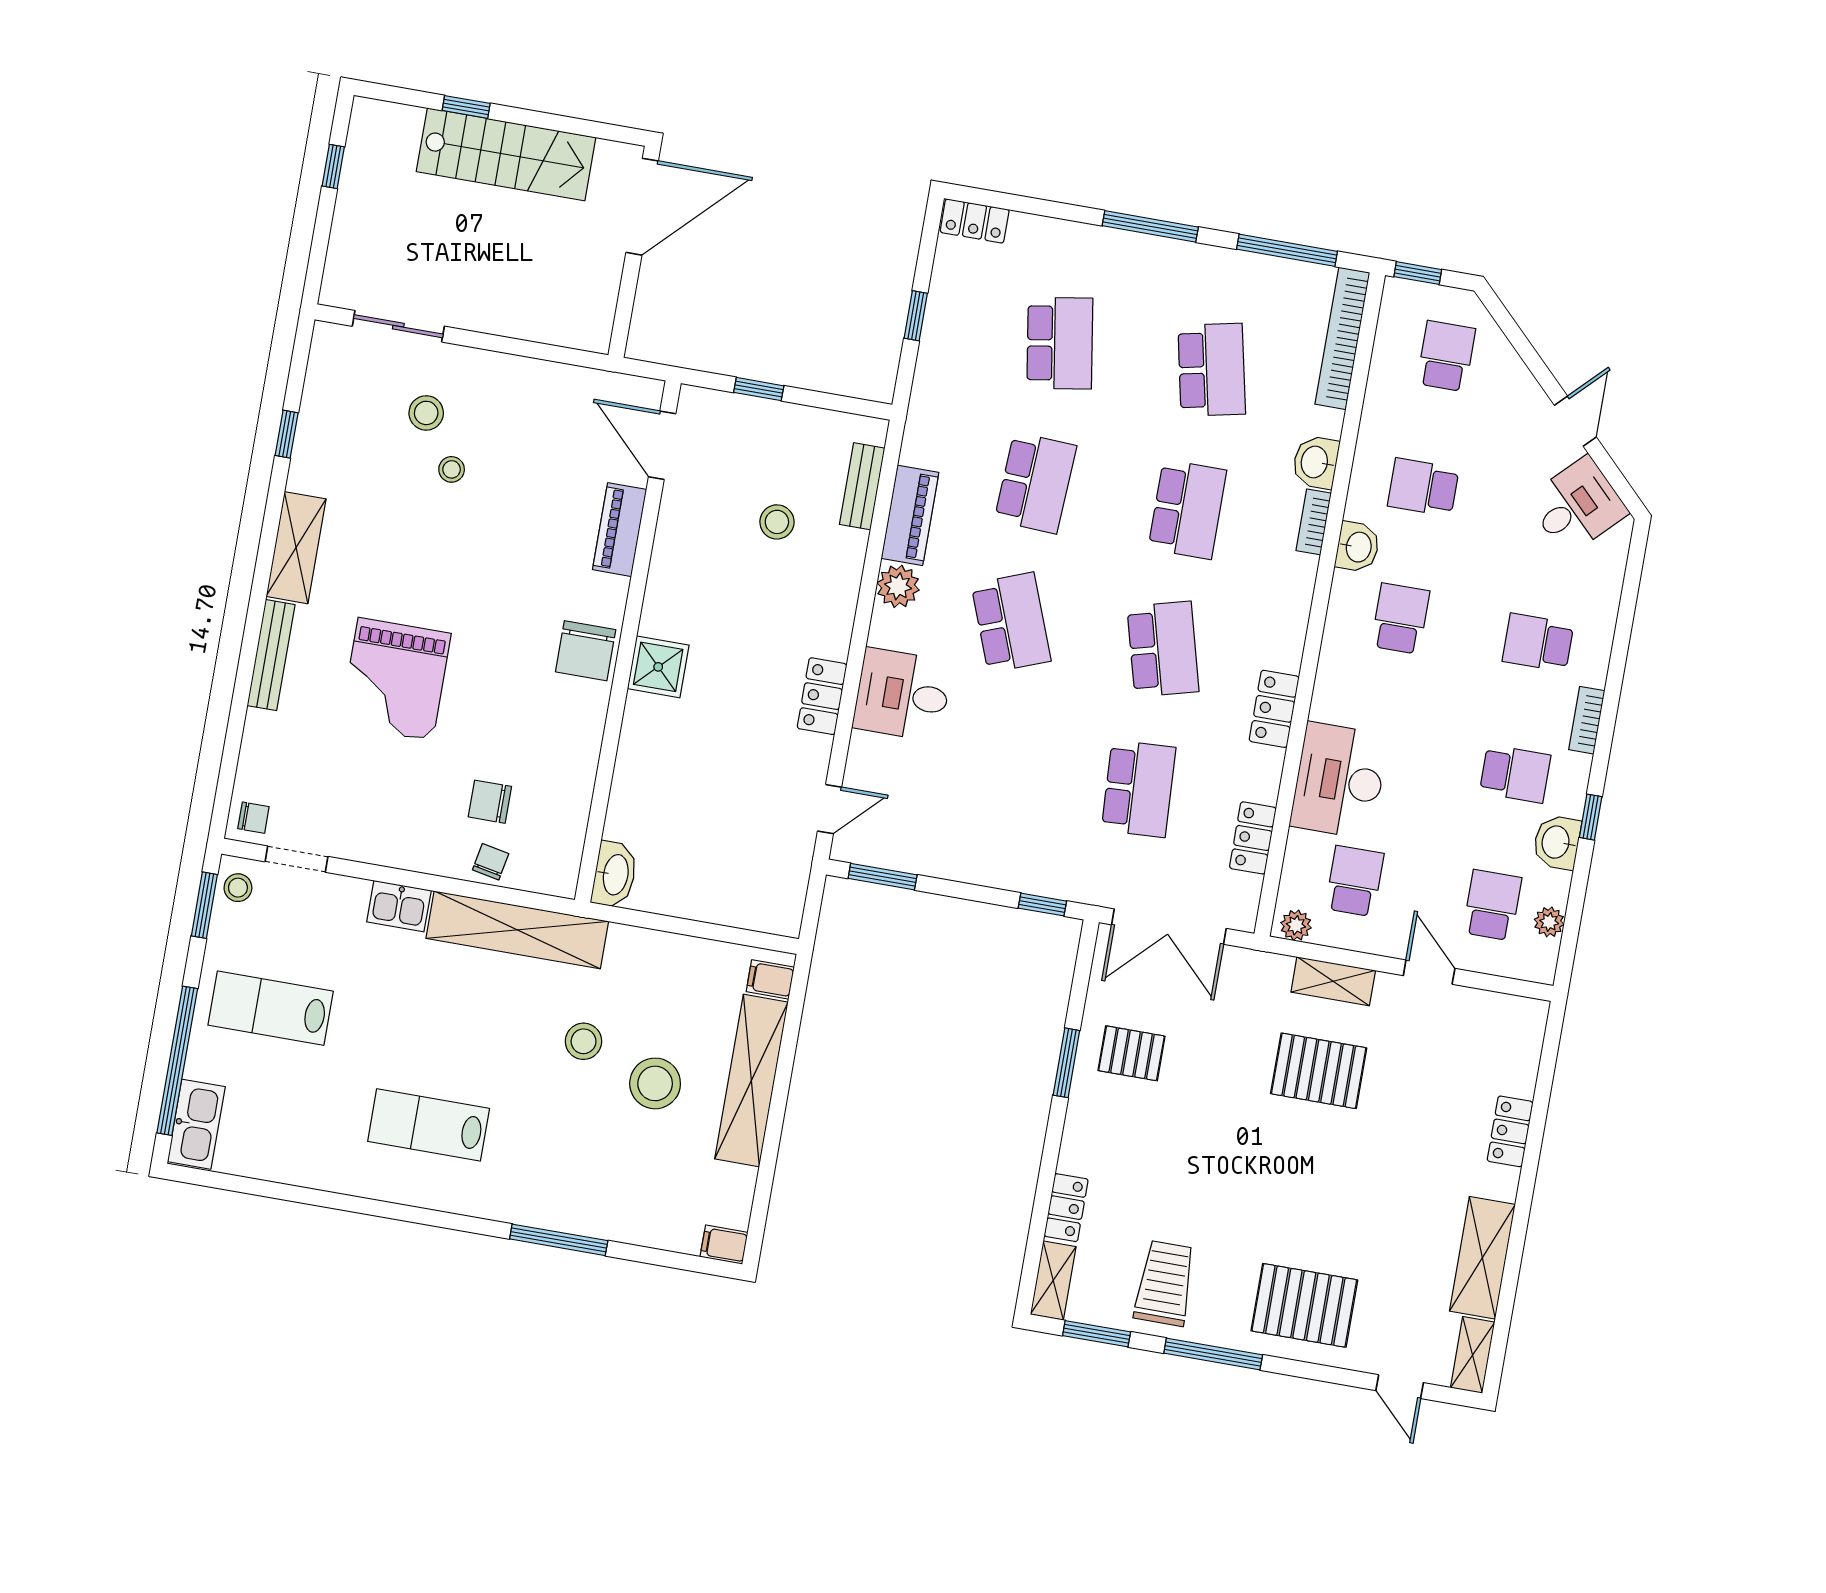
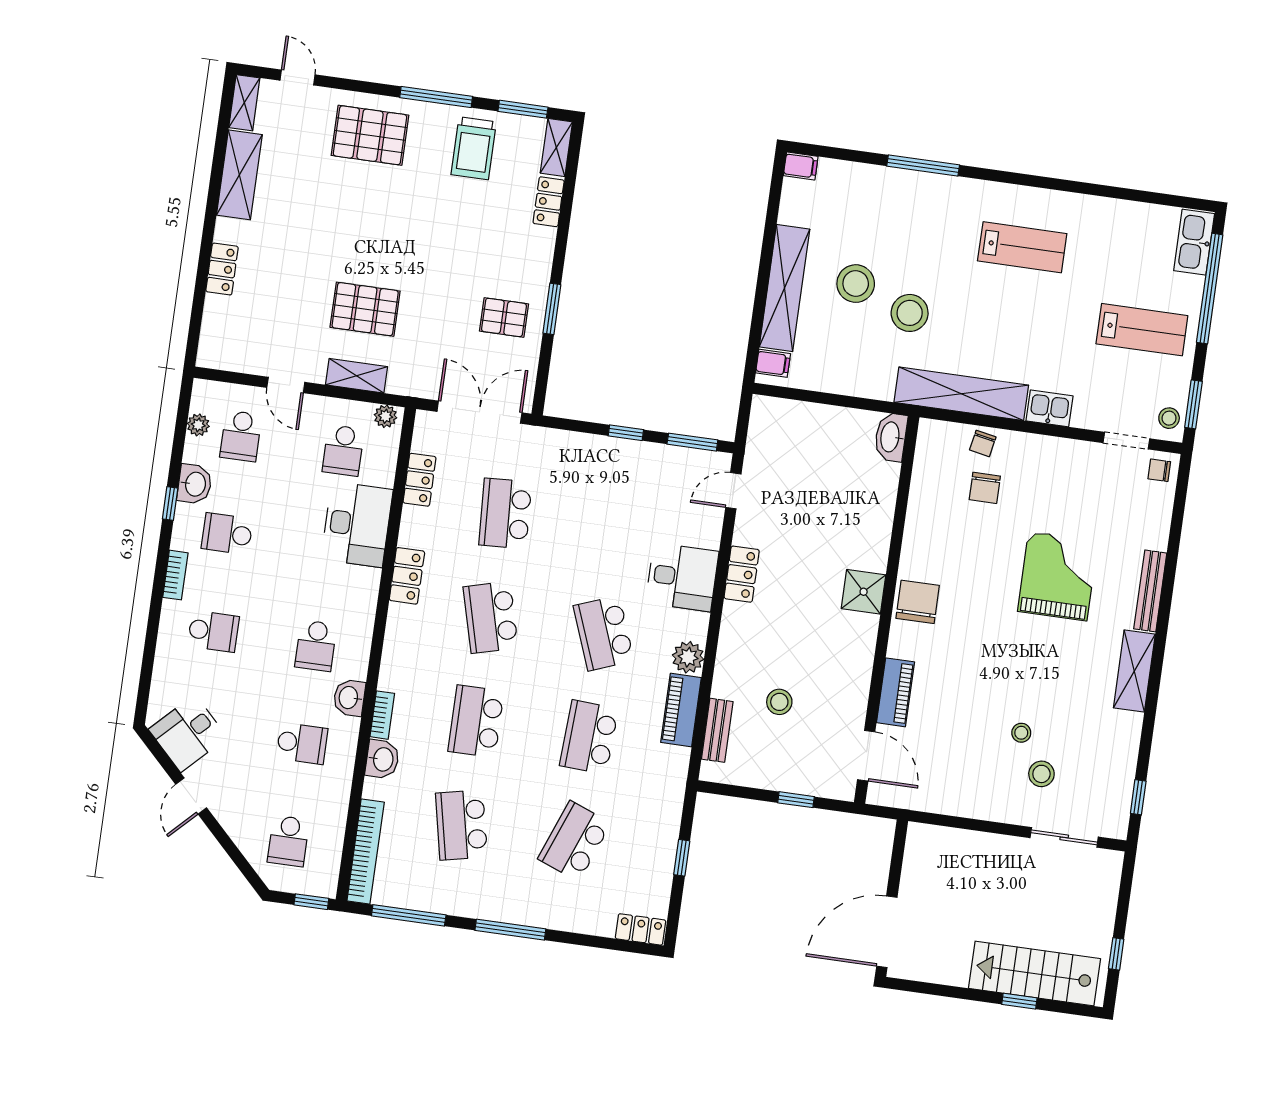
stairs: (506, 154) -> (1035, 974), moved
school desk: (1060, 343) -> (574, 841), turned 30
window: (287, 434) -> (1138, 797), moved
chair: (490, 802) -> (985, 488), turned 90
window: (1042, 905) -> (626, 433), moved
stool: (584, 1041) -> (910, 313), width x1.38, depth x1.38

